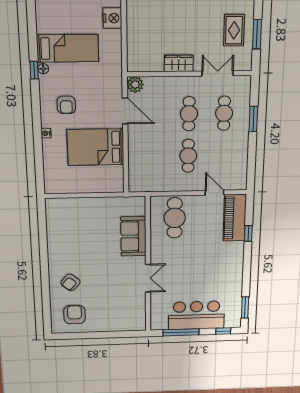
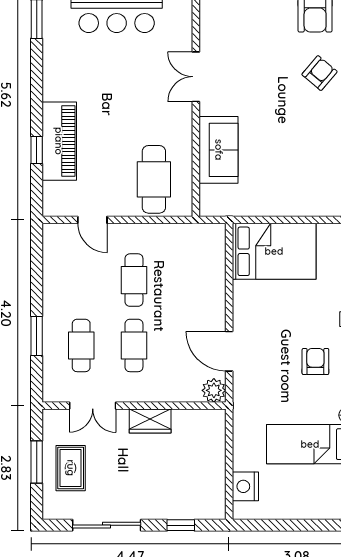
bed: (96, 147) -> (274, 251), moved
piano: (235, 218) -> (59, 141), moved

